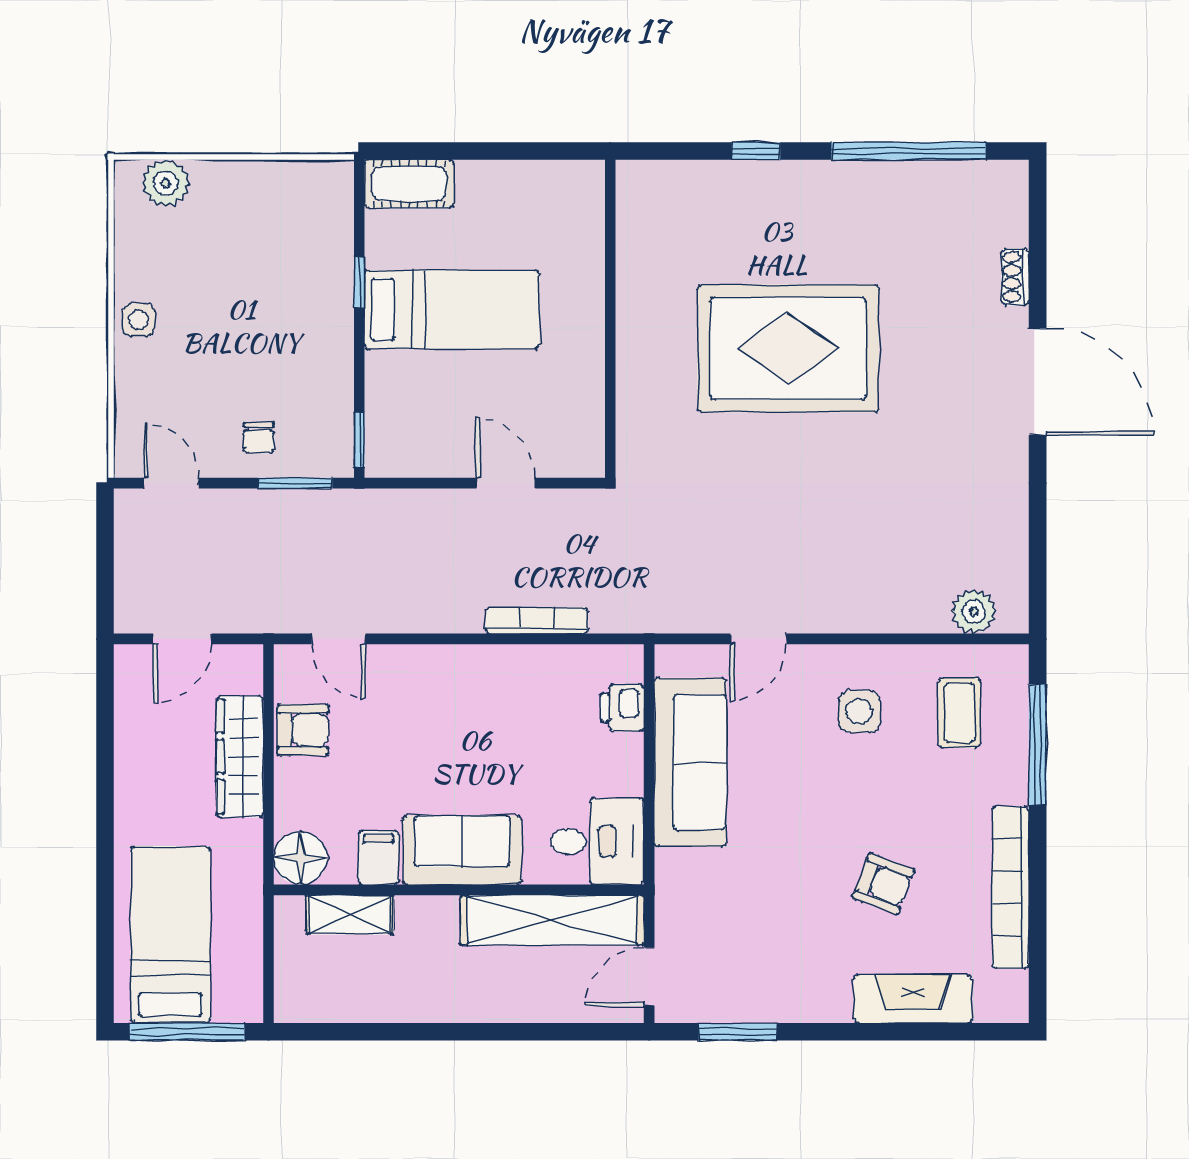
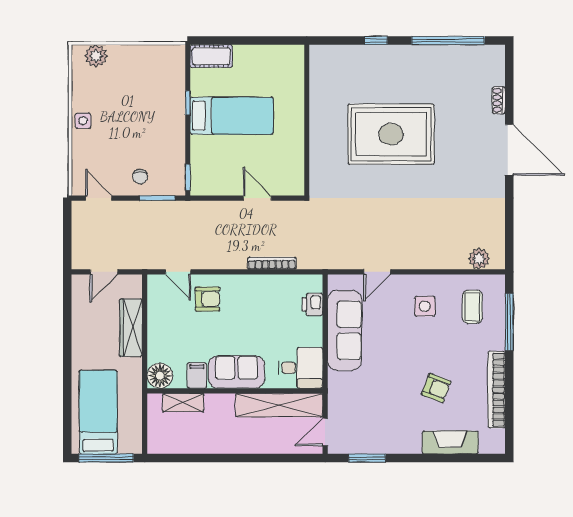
armchair: (303, 730) -> (208, 299), moved

